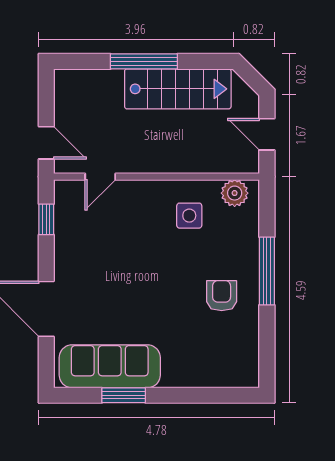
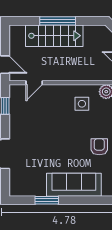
stairs: (178, 89) -> (54, 36), moved
sofa: (110, 366) -> (74, 185), moved

